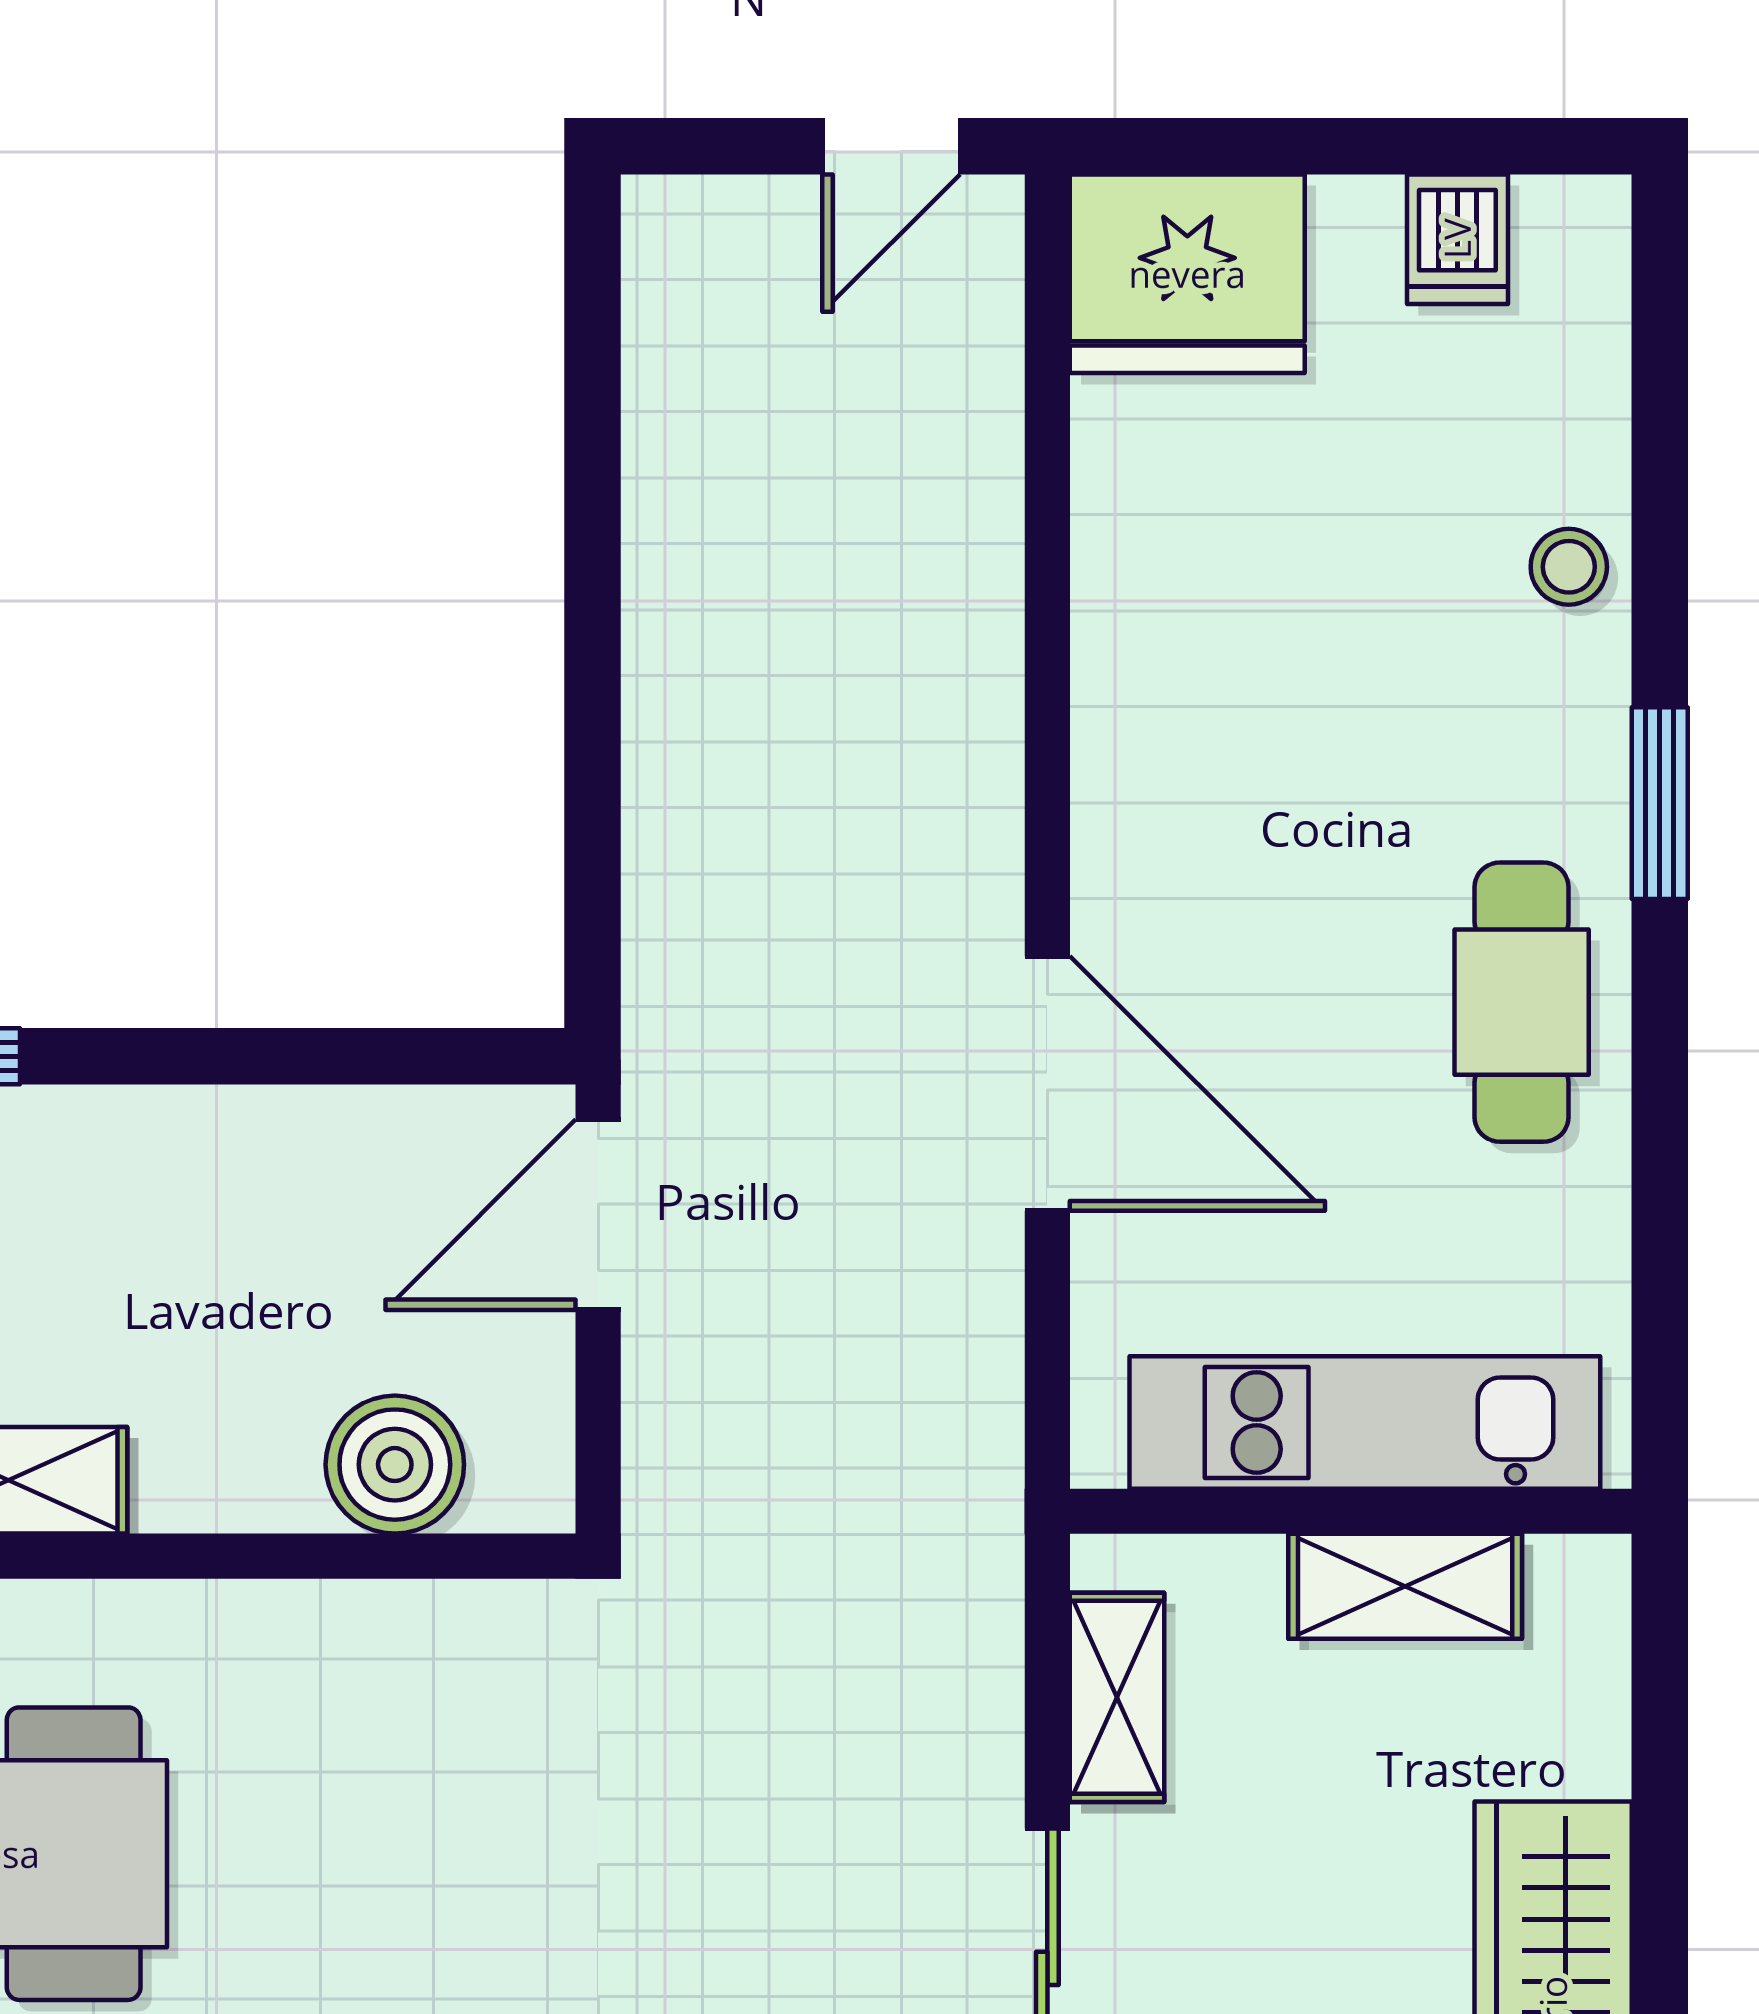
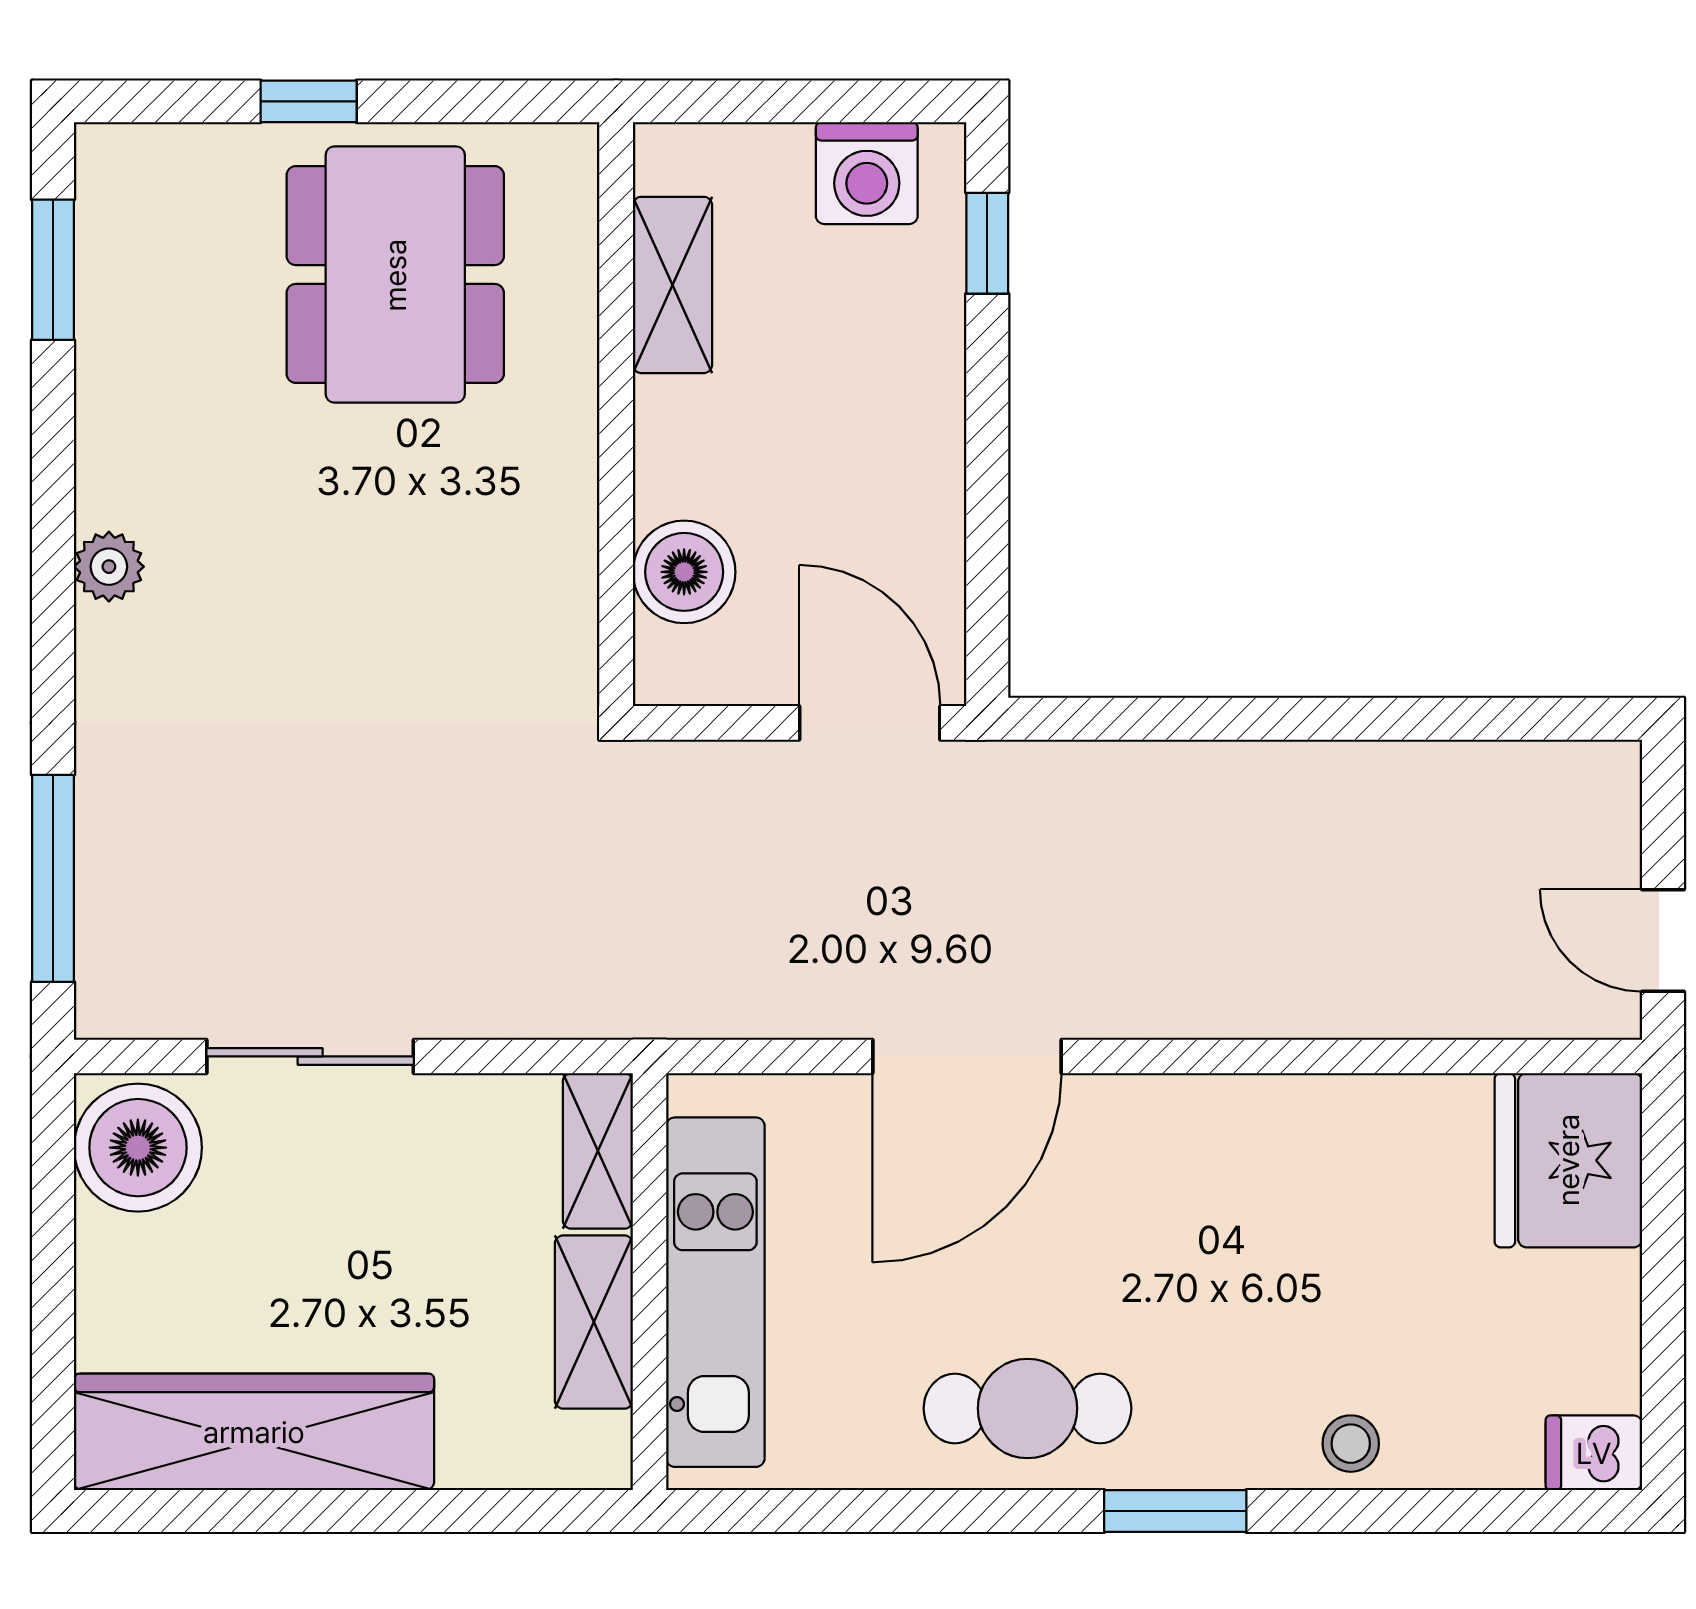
dishwasher: (1457, 239) -> (1594, 1453), moved
shelving: (1117, 1697) -> (598, 1151), moved, turned 90

